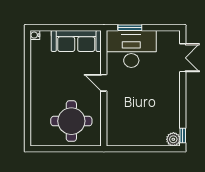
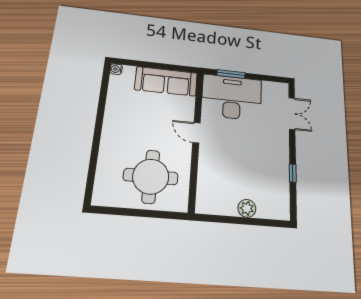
window: (183, 135) -> (293, 173), moved
plant: (173, 139) -> (247, 208), moved

